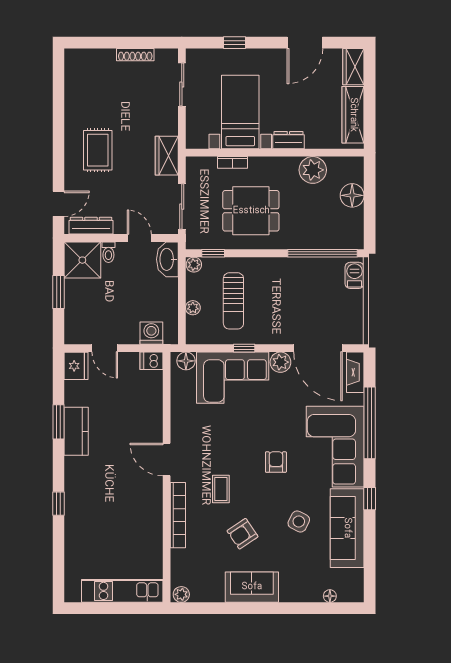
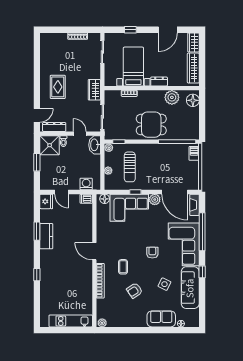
floor lamp: (352, 195) -> (193, 100), moved
dining table: (251, 211) -> (151, 125), moved
sofa: (252, 587) -> (161, 319), moved

